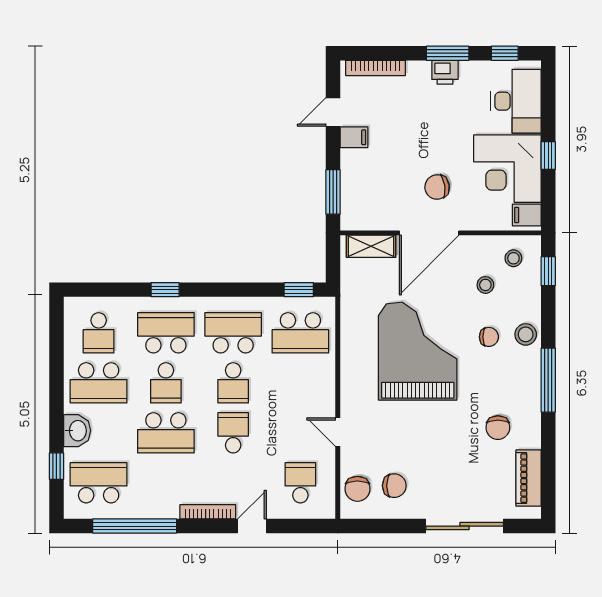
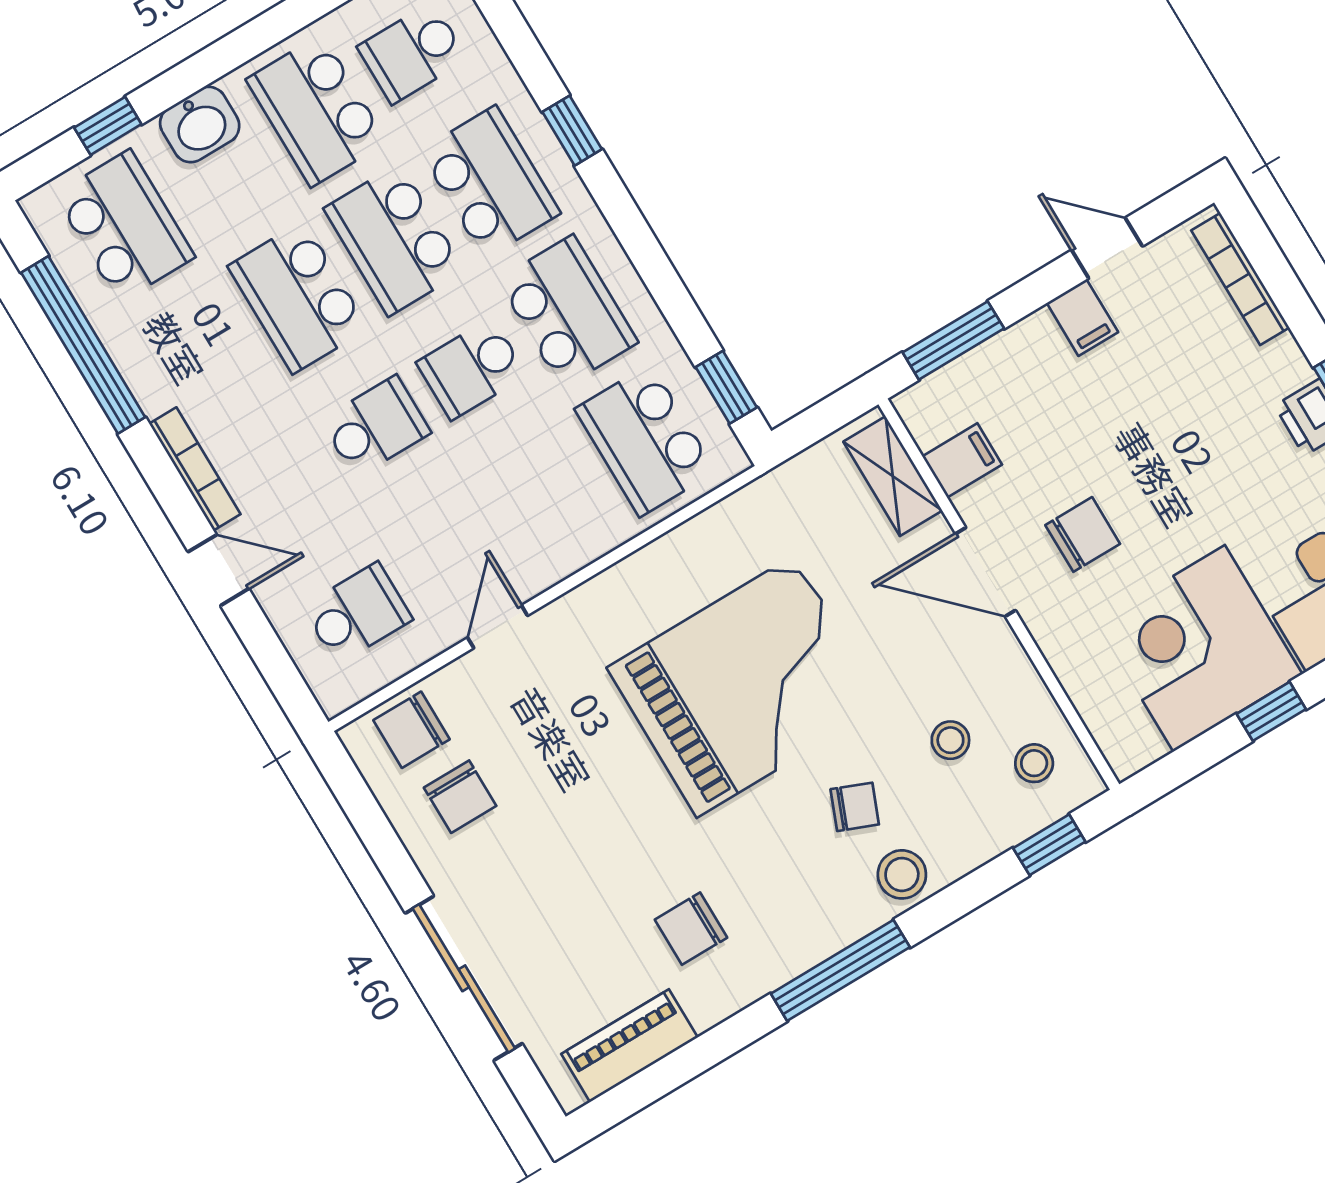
chair: (437, 187) -> (1083, 534), turned 98
filing cabinet: (527, 215) -> (962, 460), moved, turned 90
door: (429, 233) -> (986, 572), width x0.73
chair: (489, 337) -> (855, 807), turned -68
school desk: (166, 383) -> (394, 240), width x1.85

